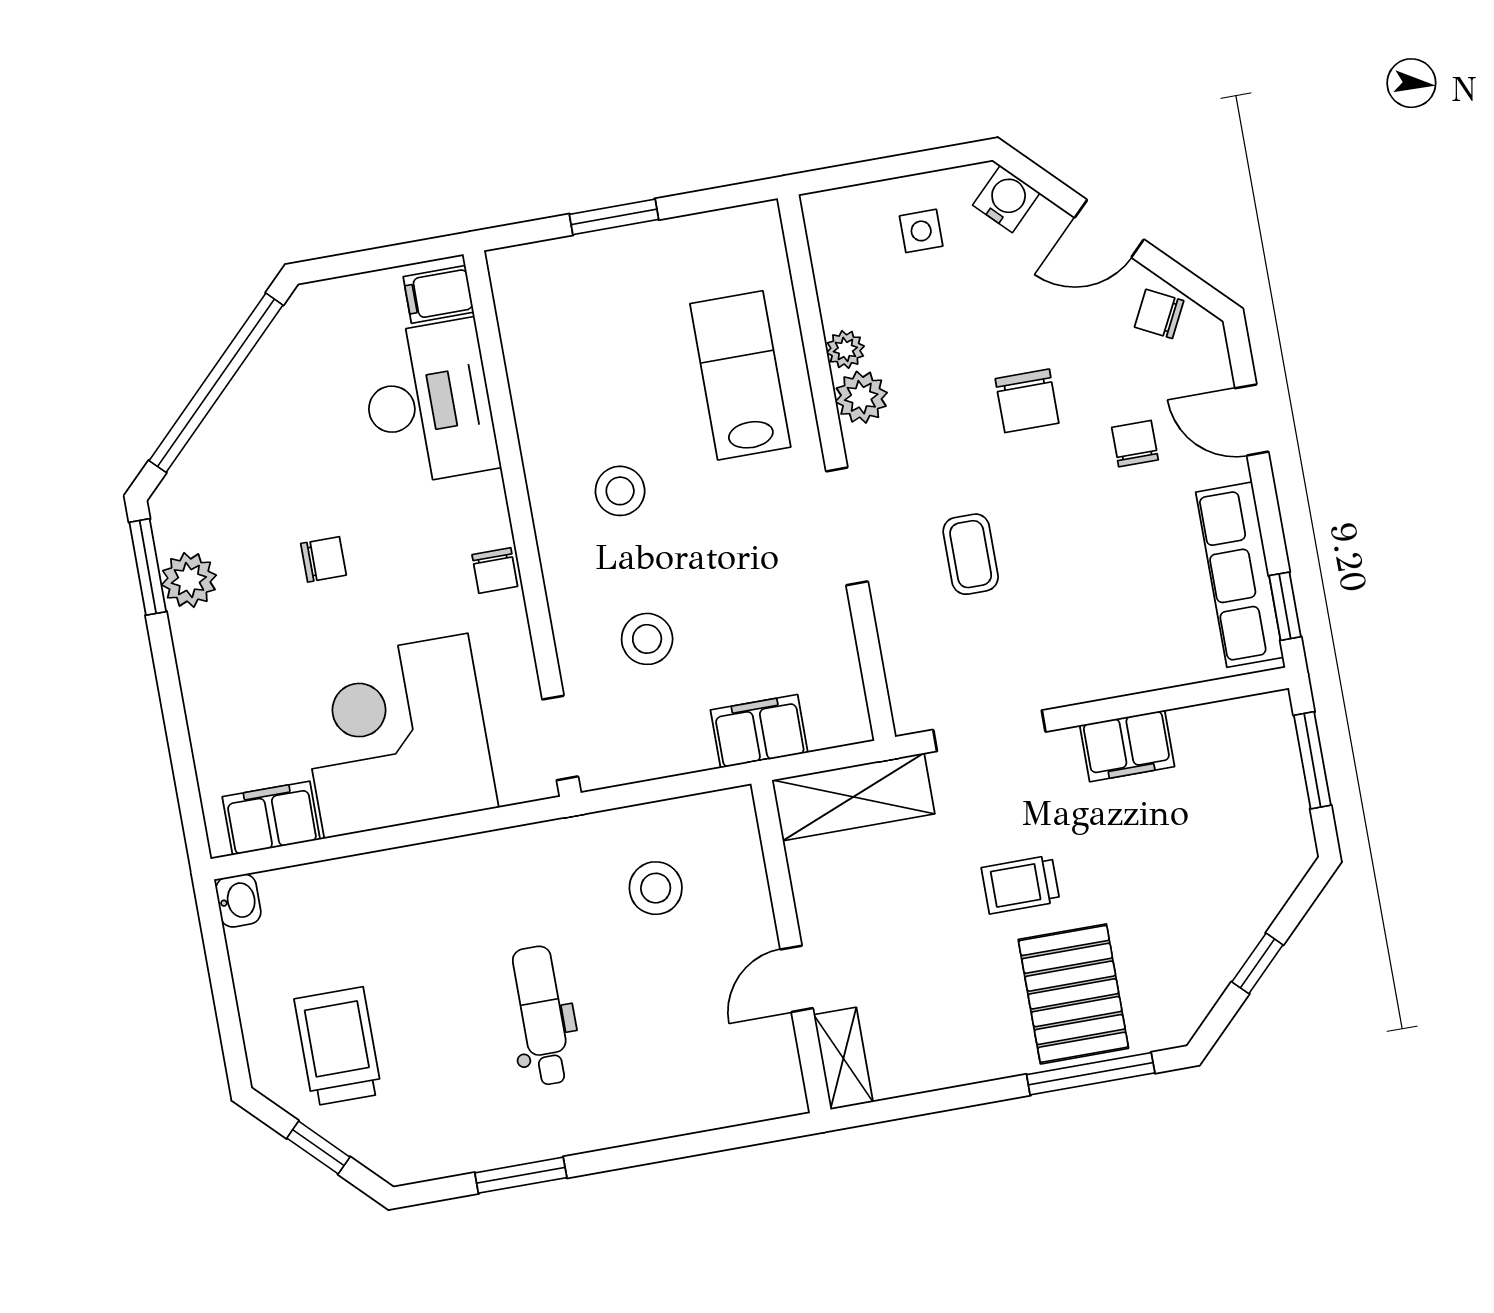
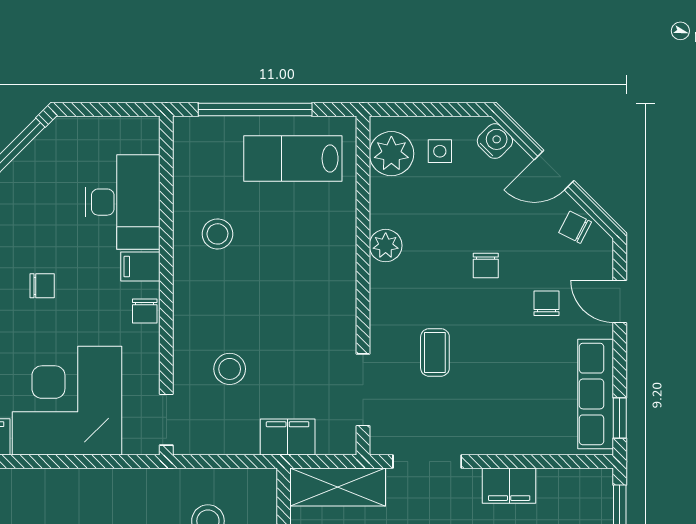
window: (614, 217) -> (255, 110), width x2.11
filing cabinet: (439, 294) -> (140, 267), moved
plant: (845, 349) -> (391, 154), moved, width x1.87, depth x1.87
lab bench: (740, 375) -> (293, 159), moved, turned -90
chair: (1027, 401) -> (486, 266), width x0.73, depth x0.73
stool: (620, 491) -> (217, 234), moved
doorway: (847, 526) -> (363, 390), moved

